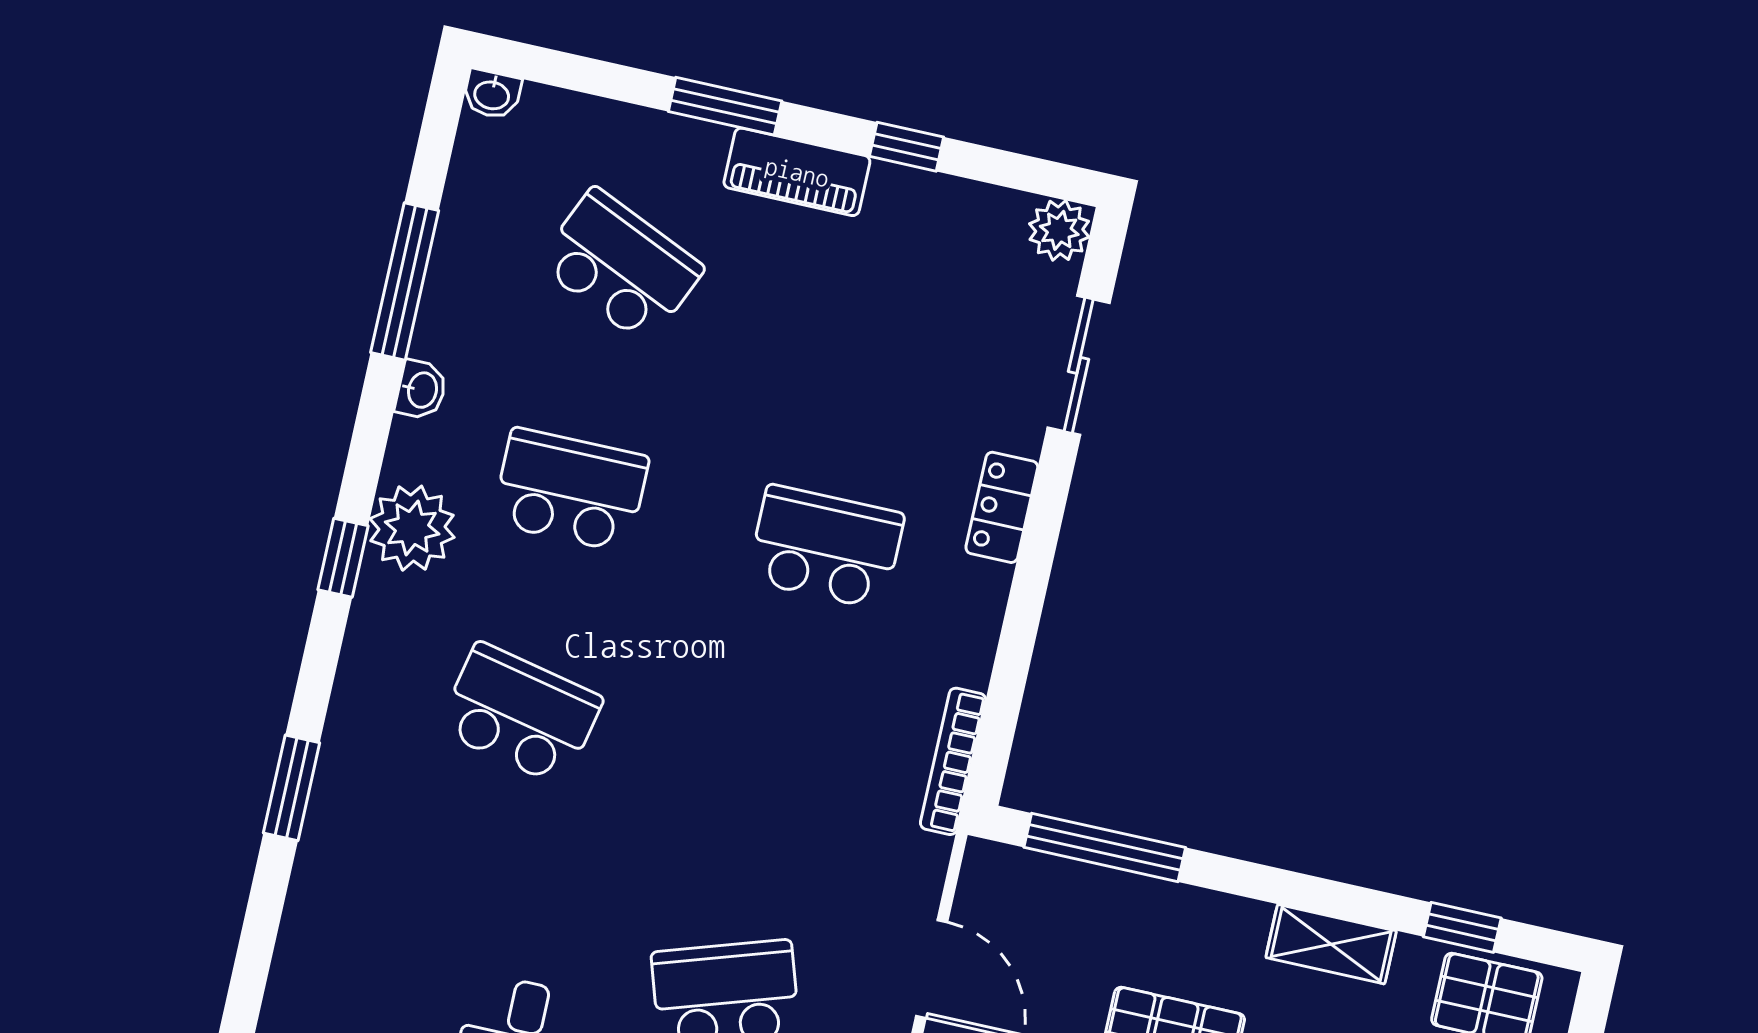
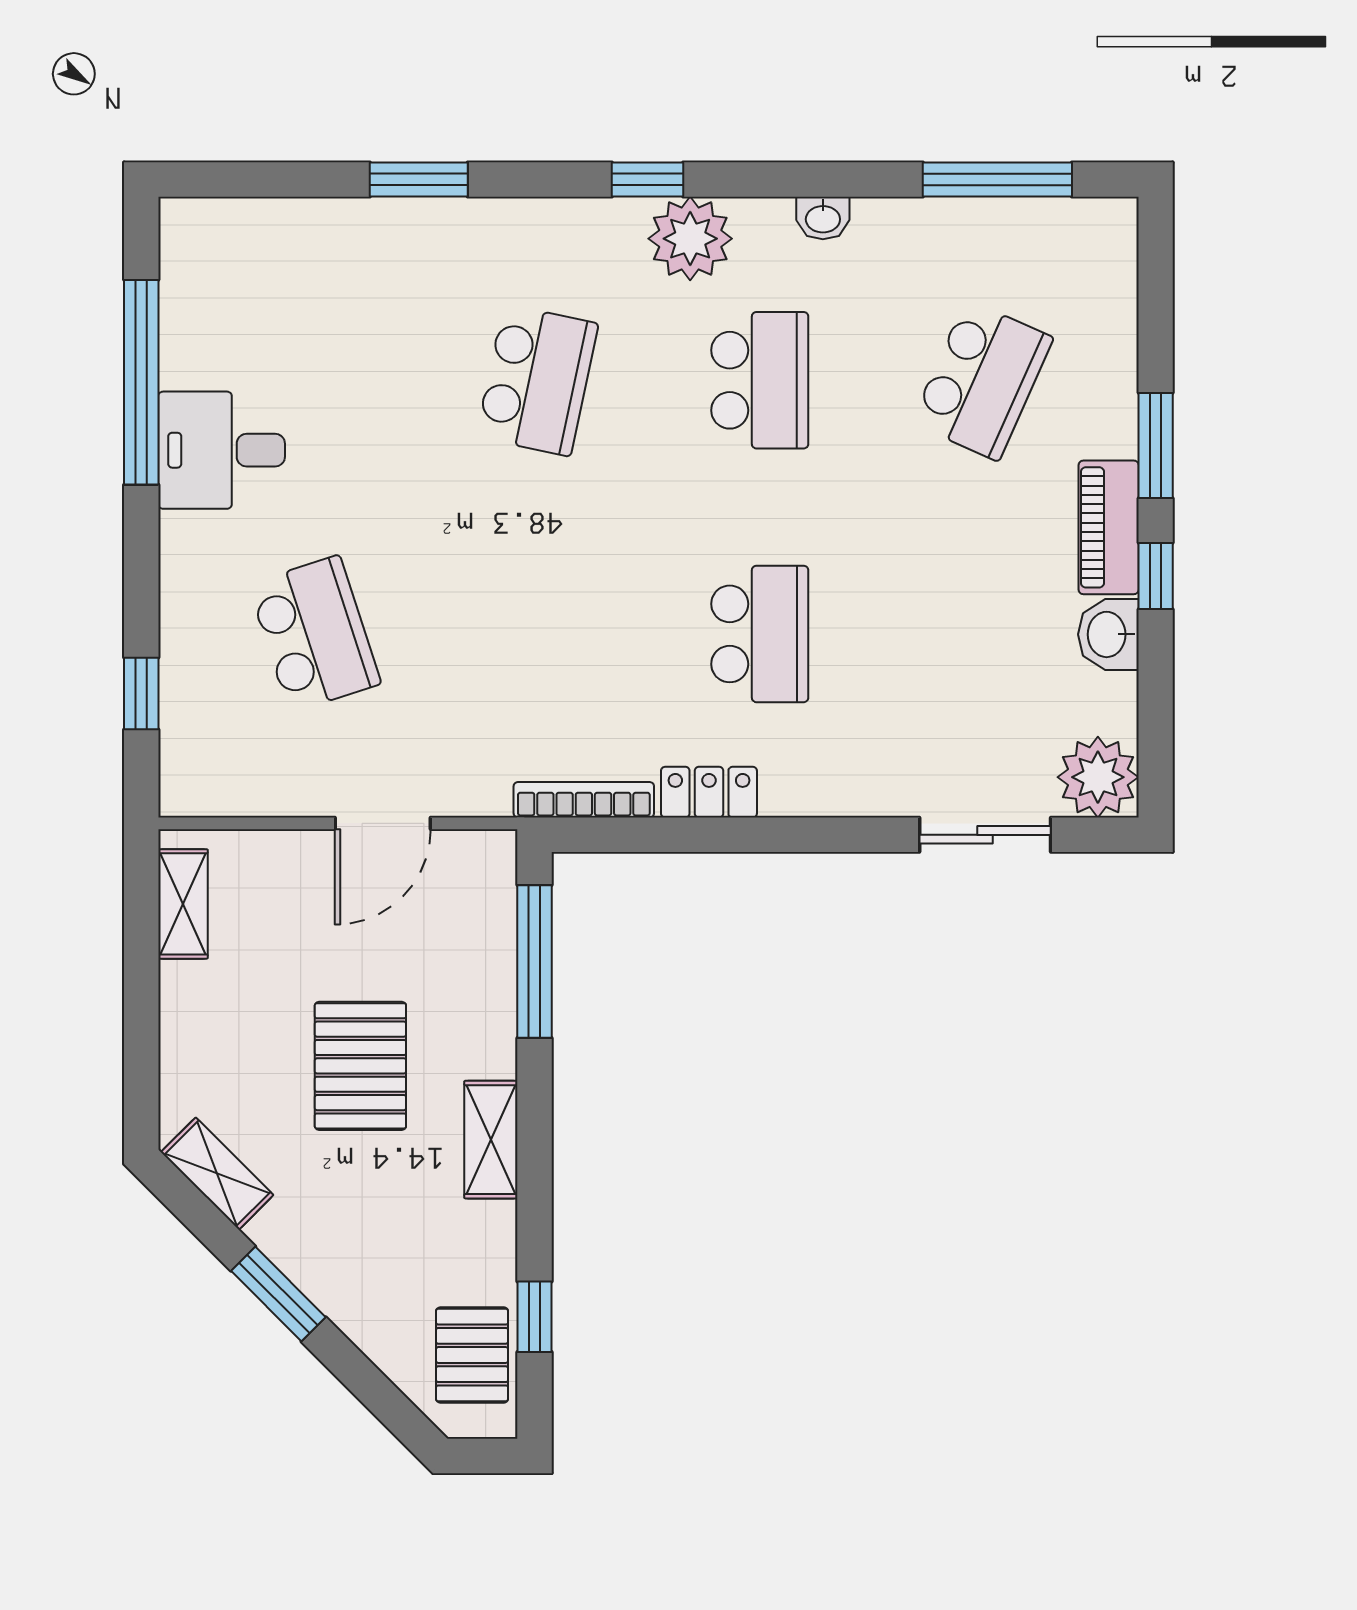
washbasin: (492, 94) -> (1108, 634), moved, width x1.38, depth x1.45
window: (907, 147) -> (1156, 576), moved
plant: (1059, 230) -> (1098, 777), width x1.36, depth x1.36
window: (405, 282) -> (997, 179), moved
locker: (1002, 507) -> (709, 792), moved
shelving: (1331, 944) -> (491, 1140), moved

